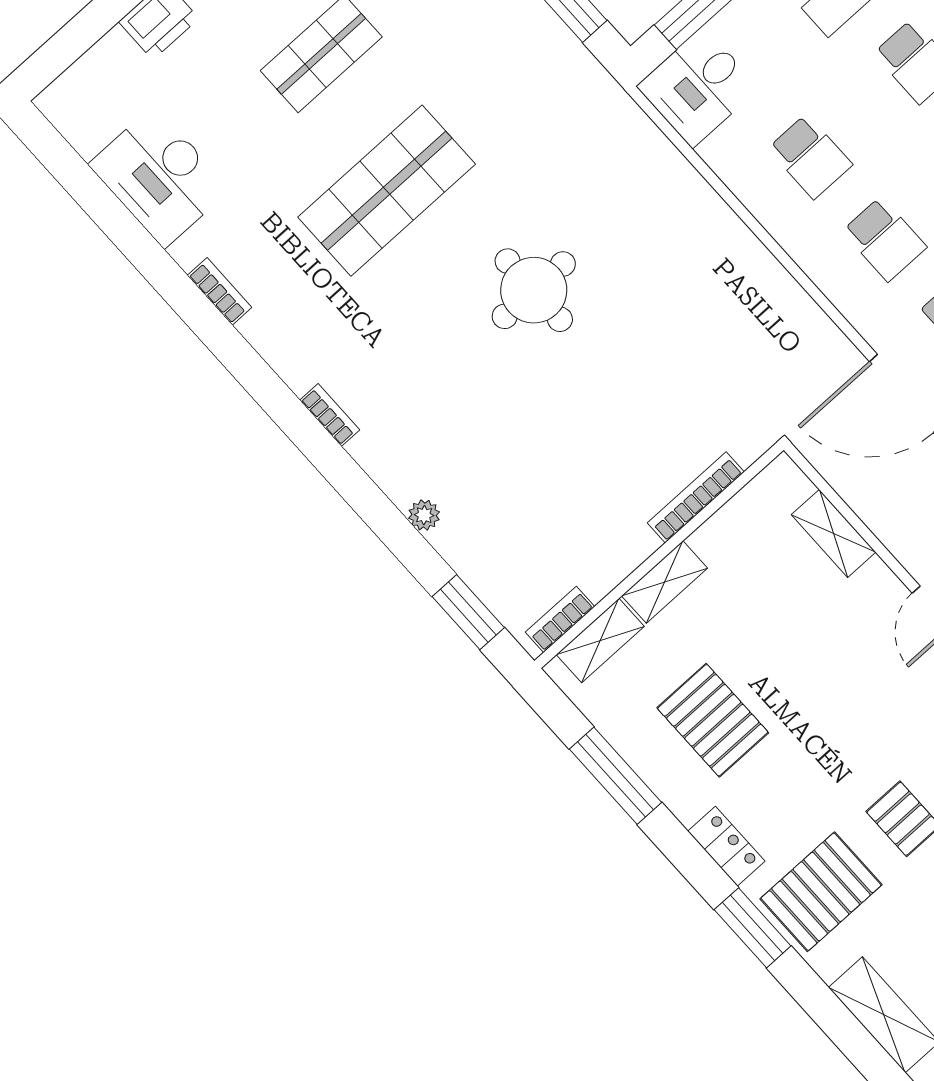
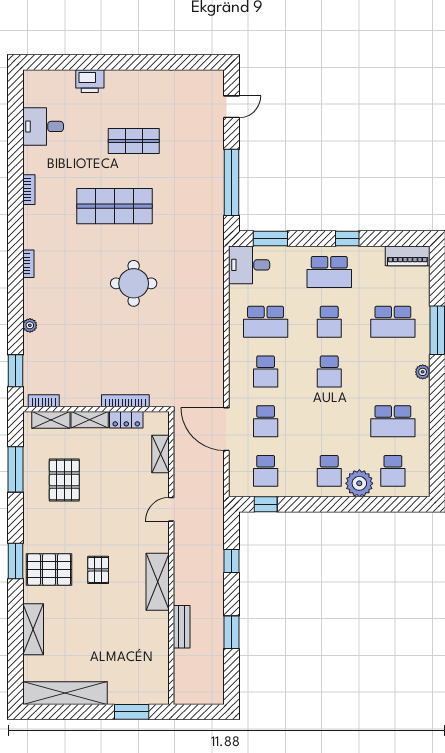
school desk: (810, 157) -> (266, 322), width x1.85
desk: (159, 177) -> (43, 126), width x0.73
locker: (726, 846) -> (126, 420), moved, turned 90

